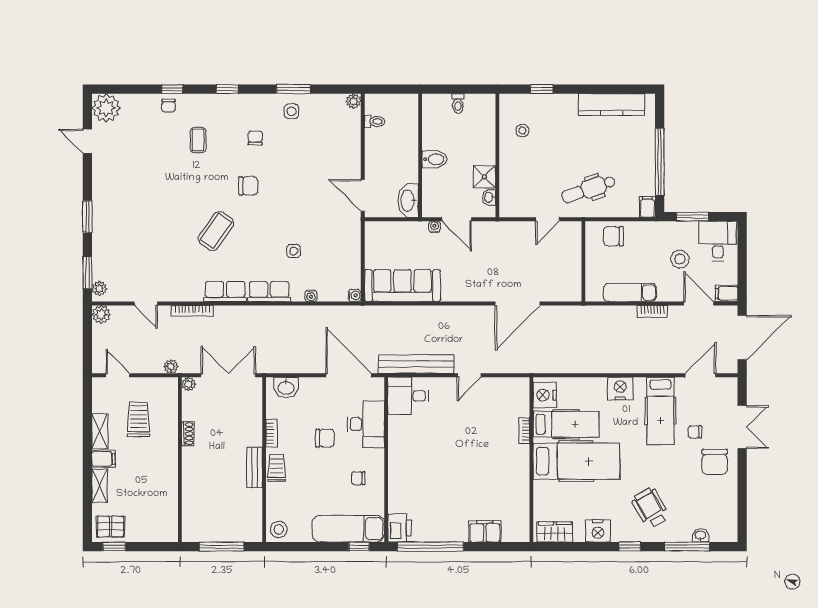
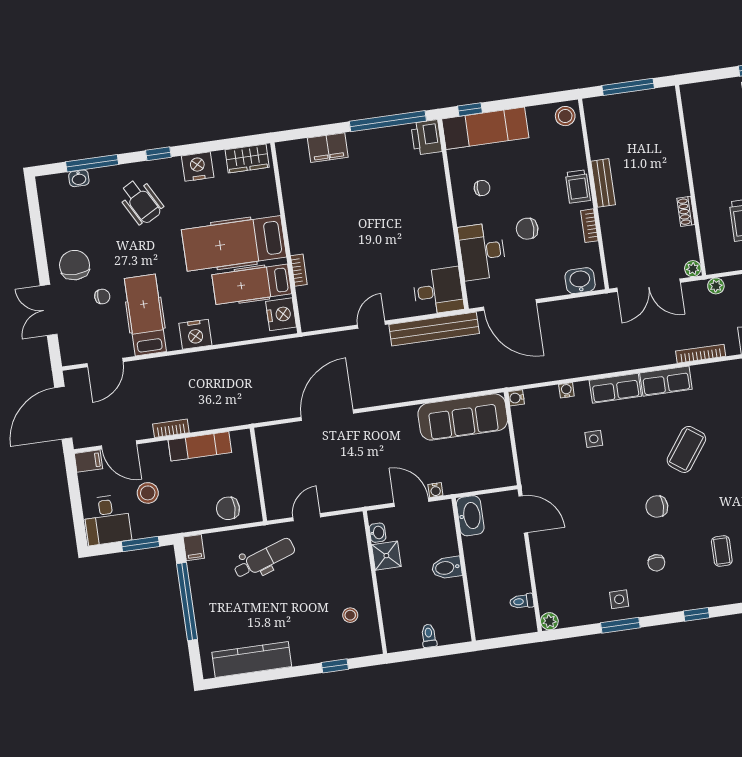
chair: (613, 236) -> (228, 508), turned 180

